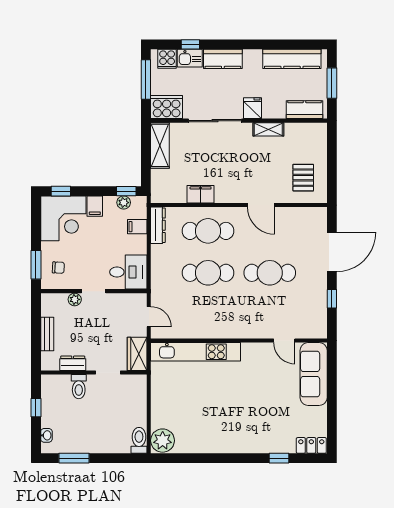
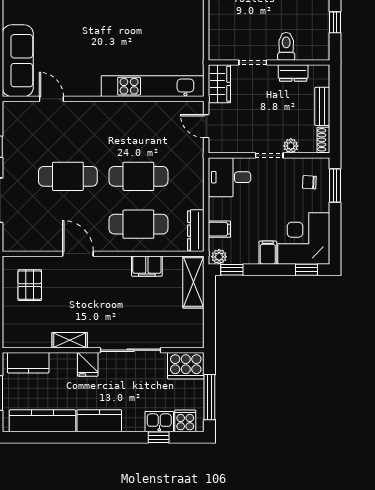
kitchen counter: (223, 59) -> (99, 421), moved
shelving: (160, 145) -> (193, 282), moved
plant: (124, 203) -> (219, 257), moved
shoe rack: (46, 305) -> (323, 140), added

